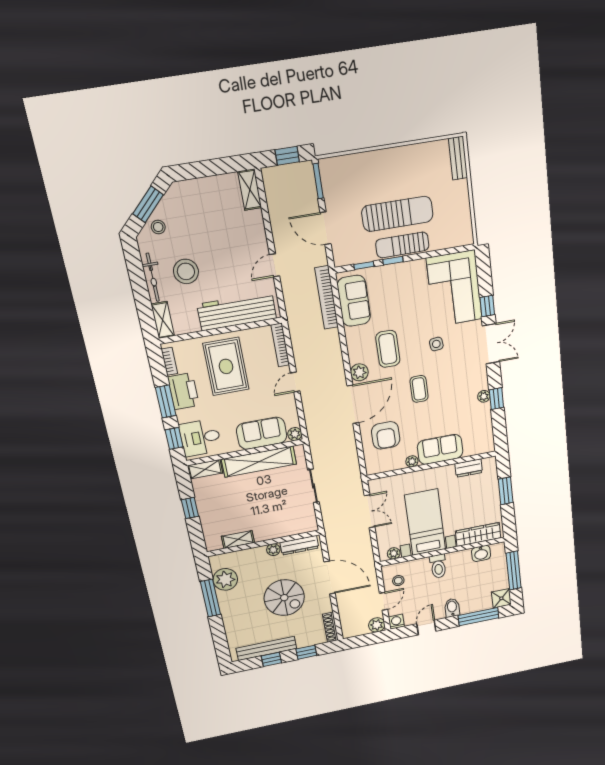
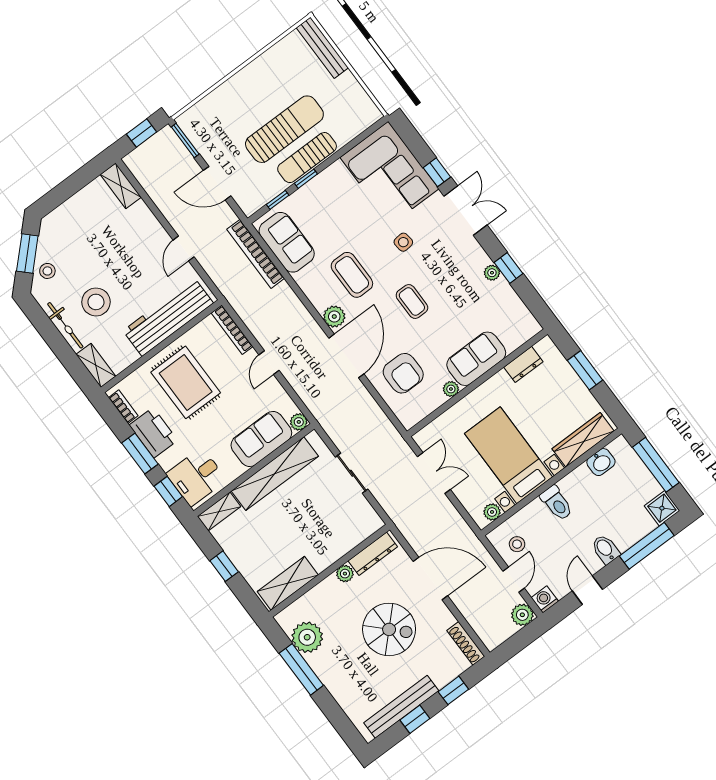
bench: (458, 158) -> (322, 48), width x1.36
shelving: (238, 539) -> (288, 583), width x1.50, depth x1.33

